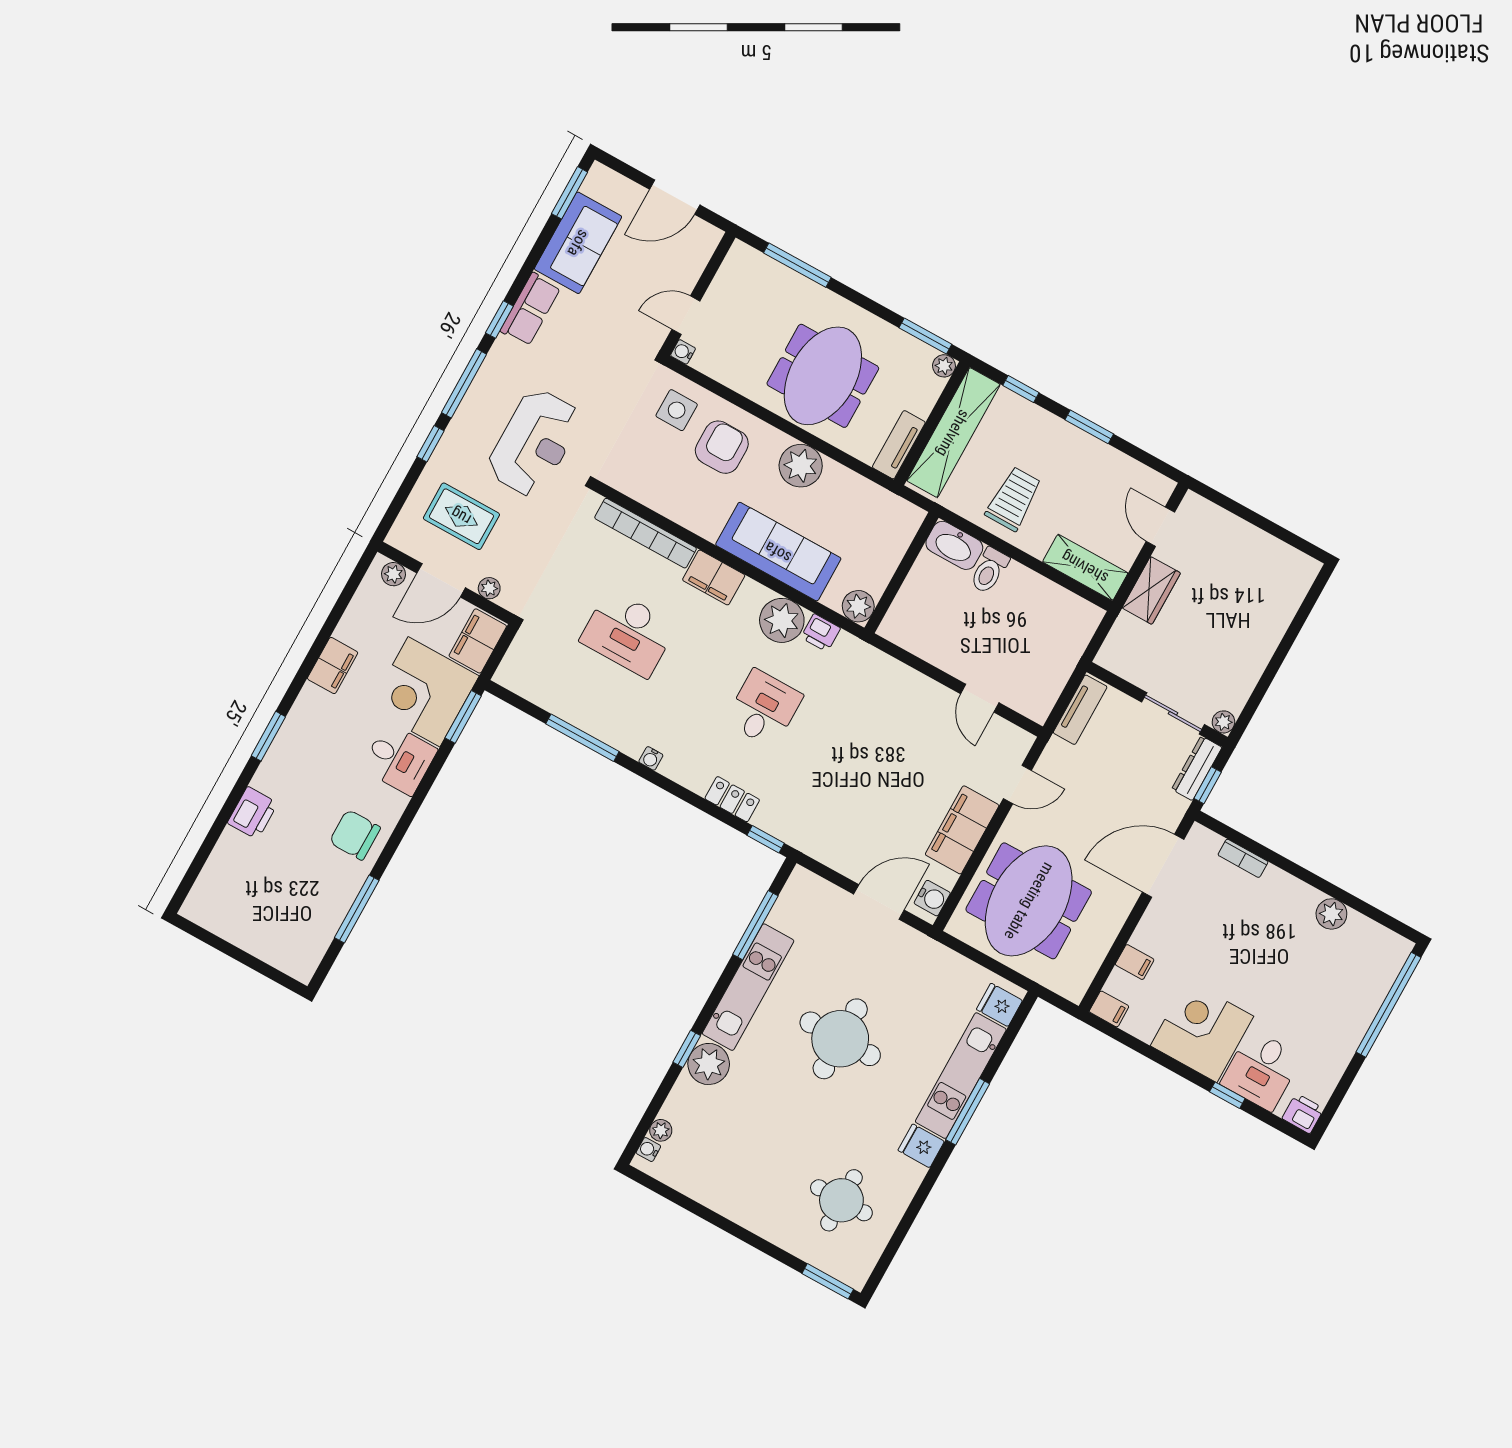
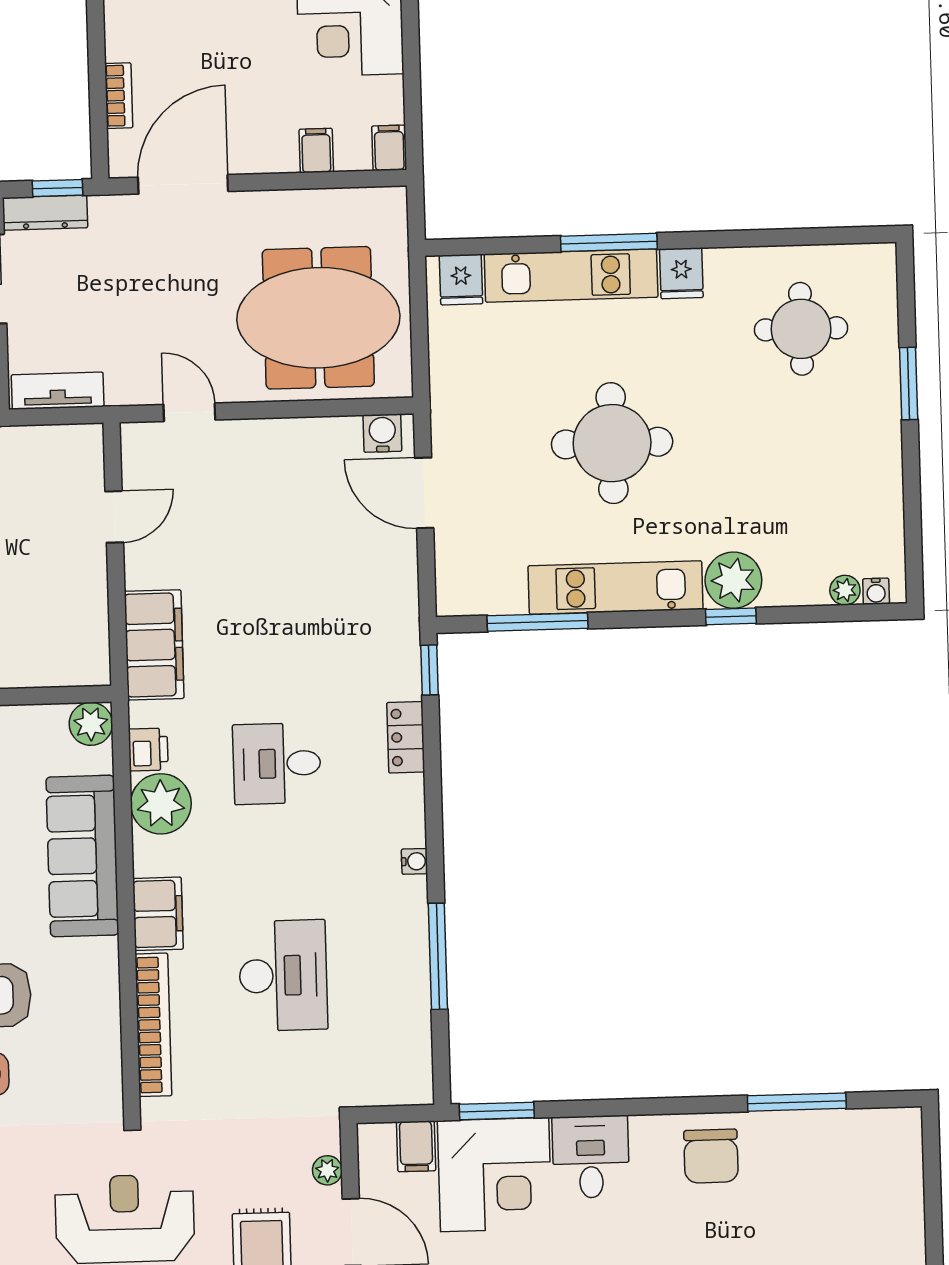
filing cabinet: (478, 641) -> (416, 1146), width x0.50
filing cabinet: (962, 830) -> (154, 645), moved, turned -90
door: (1163, 866) -> (183, 184), swing flipped
window: (828, 1281) -> (909, 384), moved

